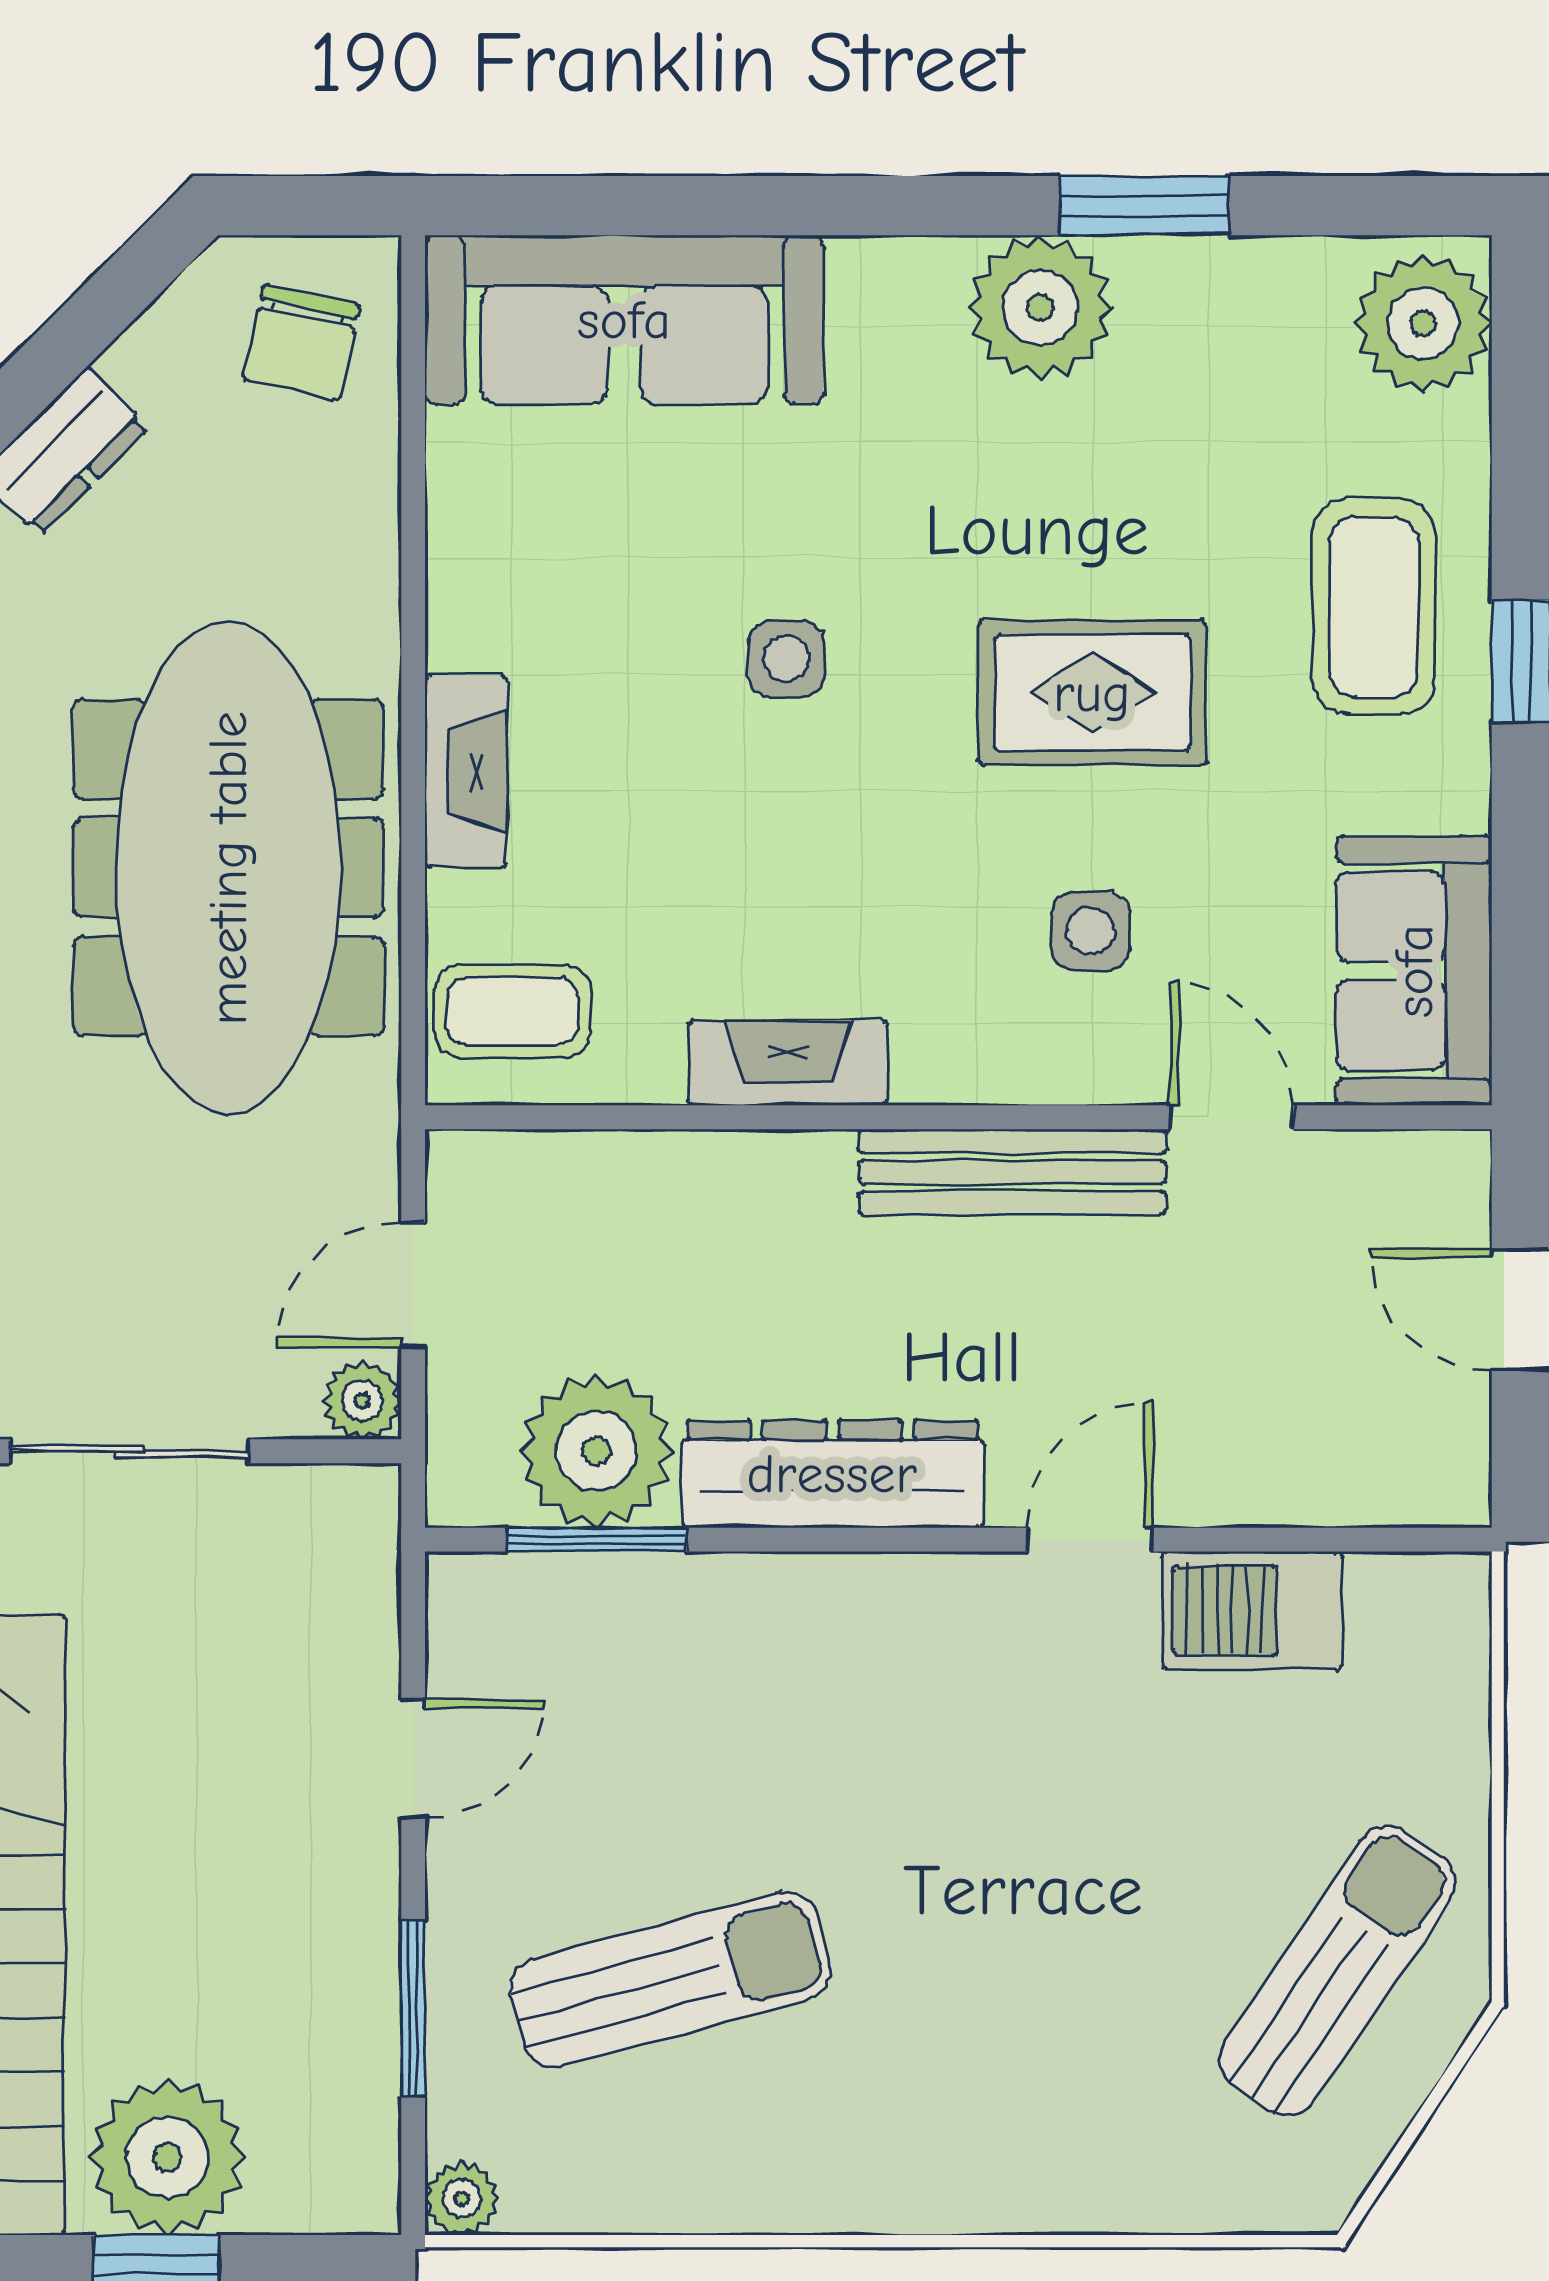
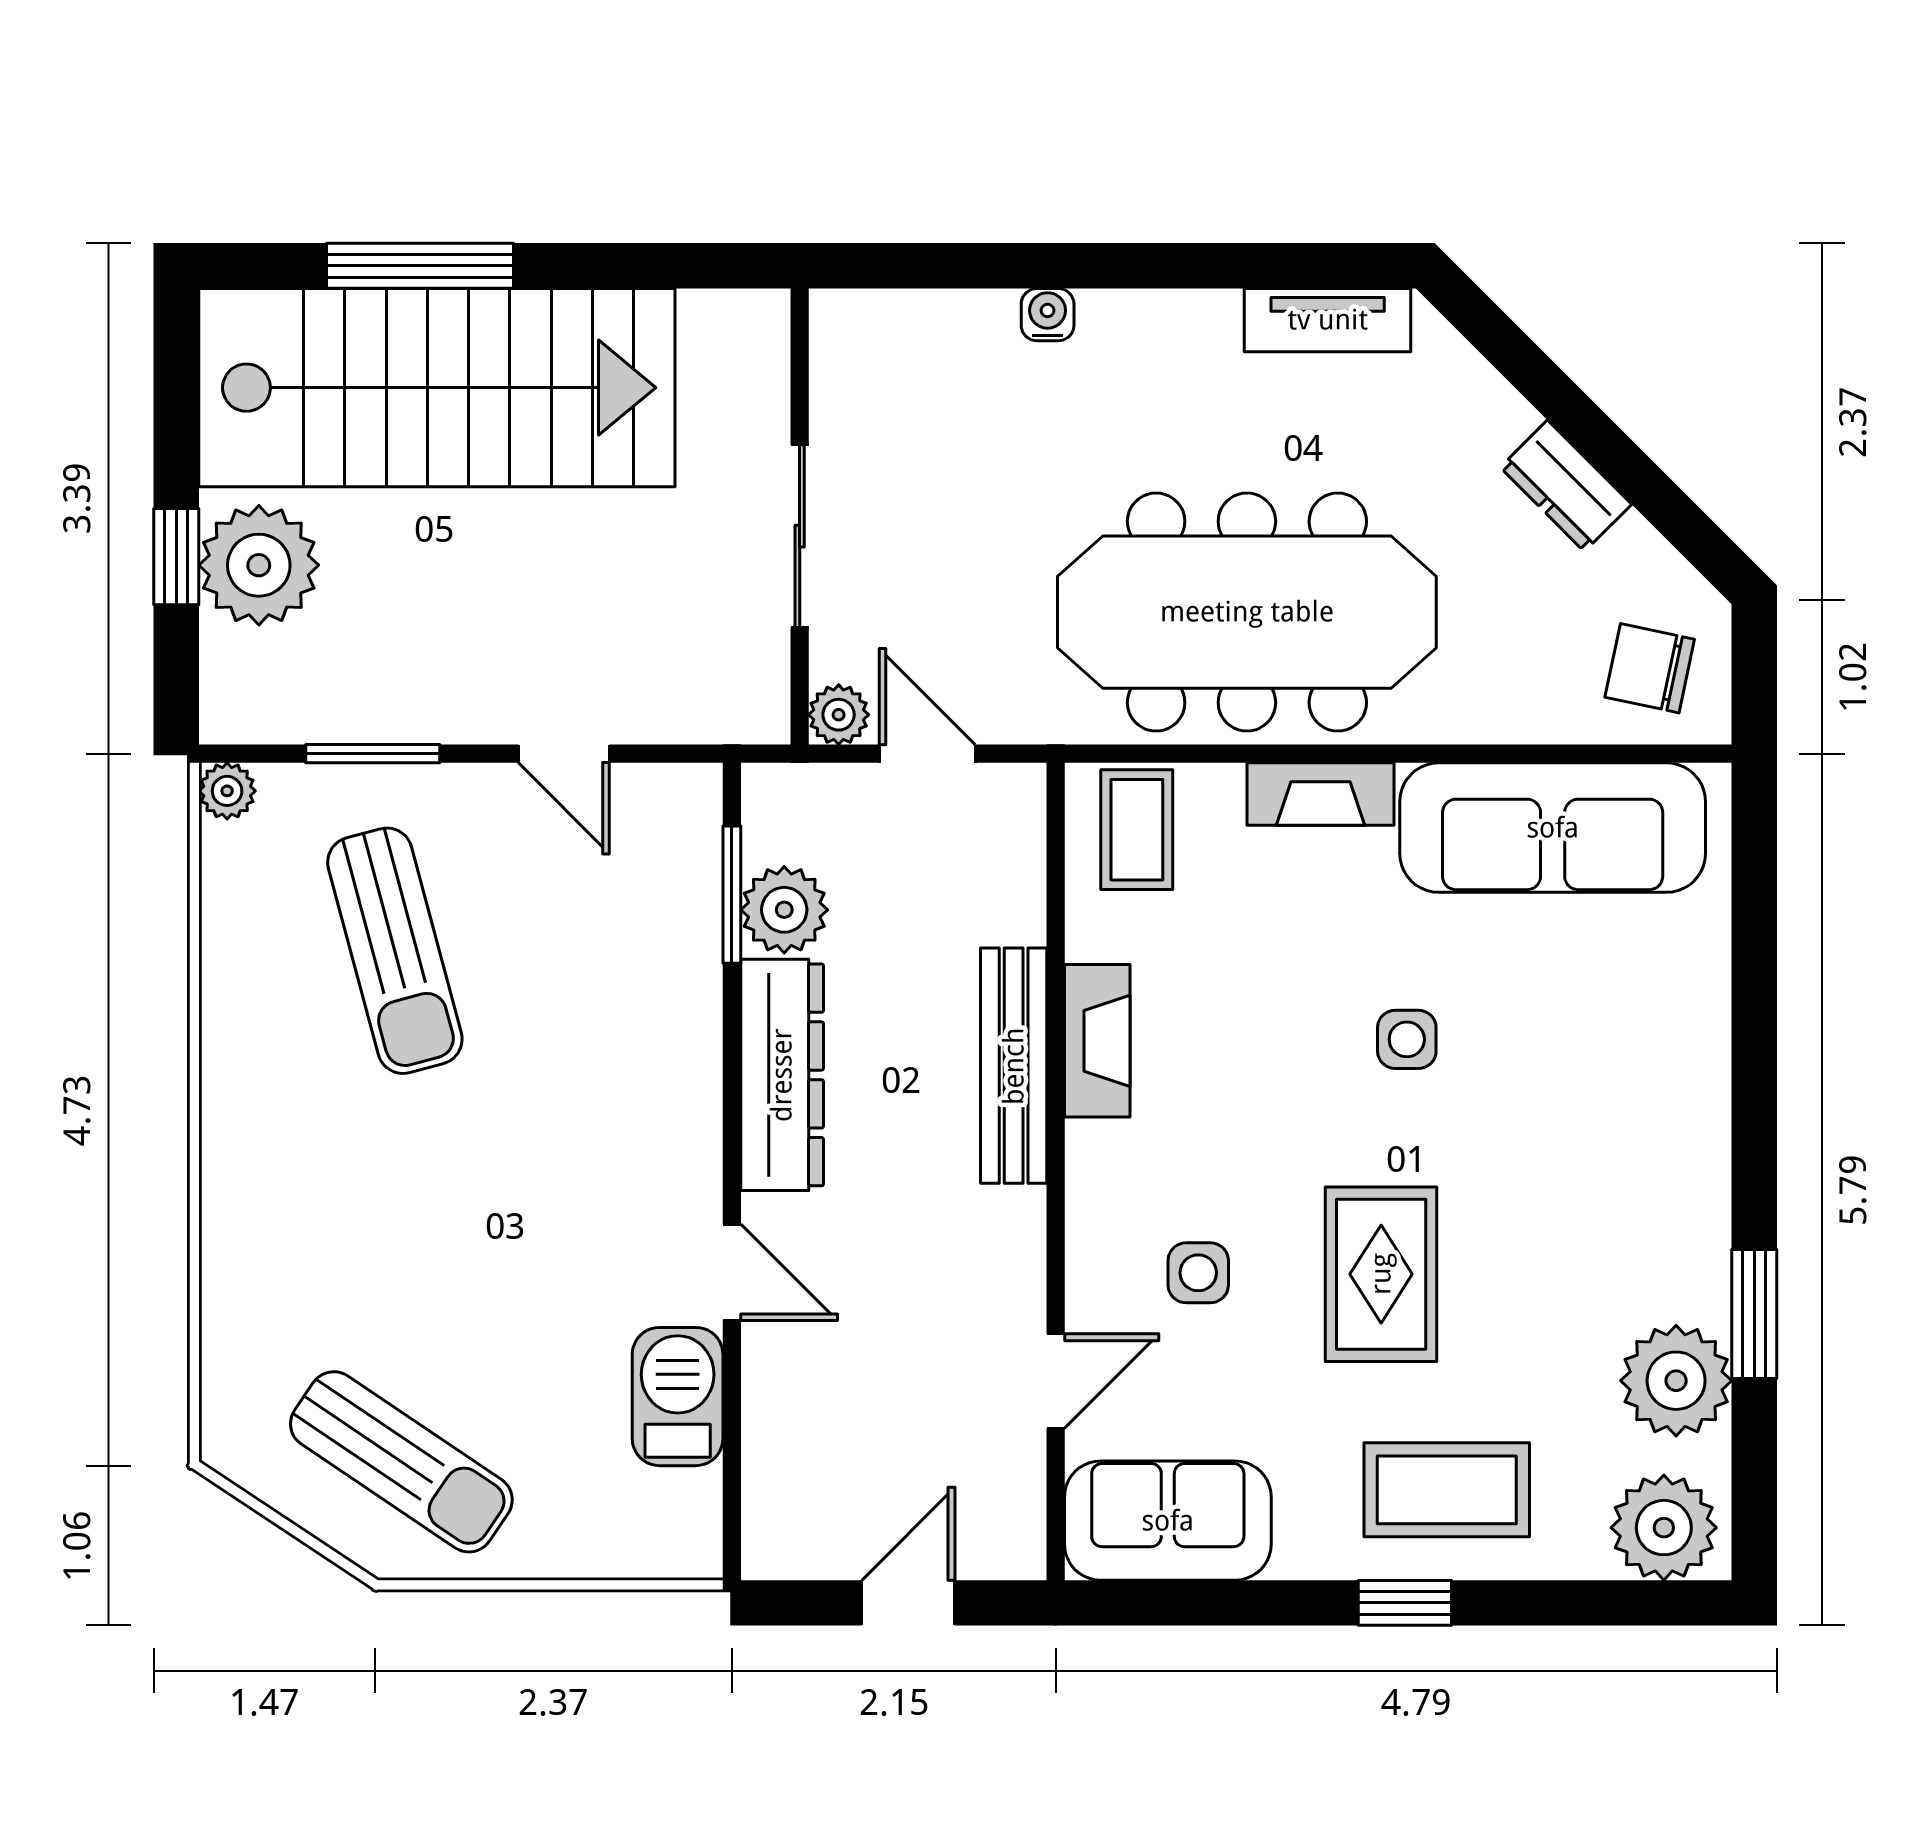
plant: (1040, 308) -> (1676, 1381), moved
sofa: (624, 320) -> (1553, 828), moved, turned -90
bench: (1012, 1172) -> (1014, 1066), moved
plant: (596, 1451) -> (784, 910), width x0.73, depth x0.73

